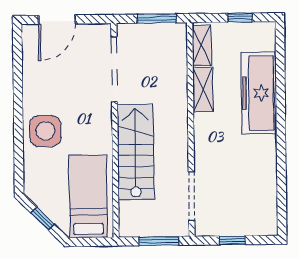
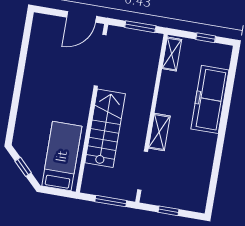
door: (57, 20) -> (82, 17), moved
shelving: (203, 90) -> (159, 132), moved
side table: (45, 131) -> (37, 99), removed

